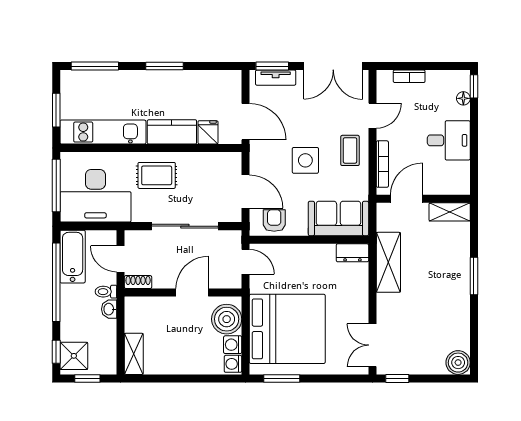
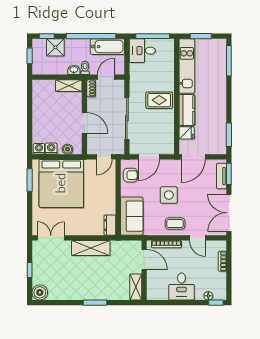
window: (164, 66) -> (229, 135), moved
rug: (157, 175) -> (159, 100), turned 90
desk: (95, 196) -> (142, 51), width x0.53, depth x0.77
shelving: (388, 262) -> (91, 248), moved
boiler: (227, 319) -> (67, 149), width x0.54, depth x0.54
shelving: (134, 354) -> (69, 86), moved
shower: (74, 356) -> (55, 47), moved
window: (397, 378) -> (30, 270), moved

